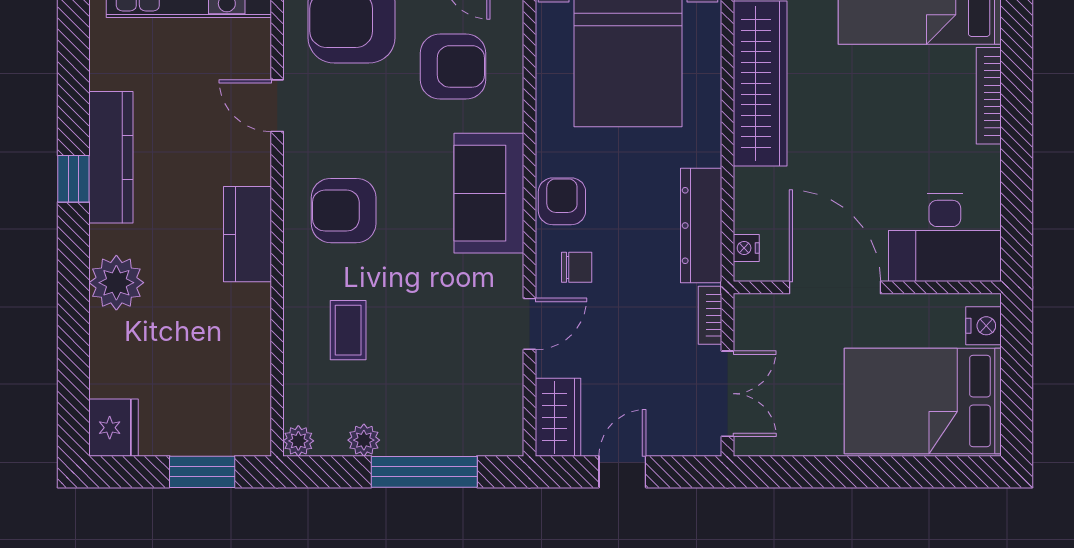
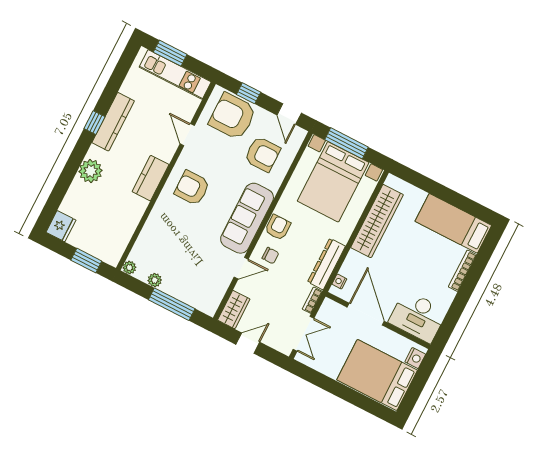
sofa: (489, 193) -> (247, 218), width x1.36
coffee table: (348, 330) -> (170, 235), removed

